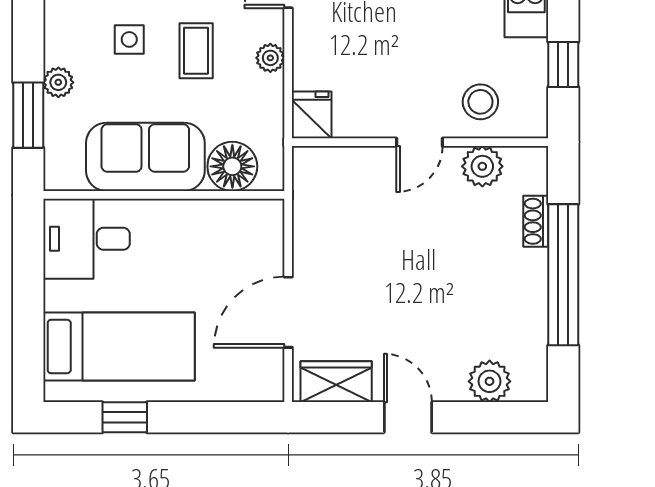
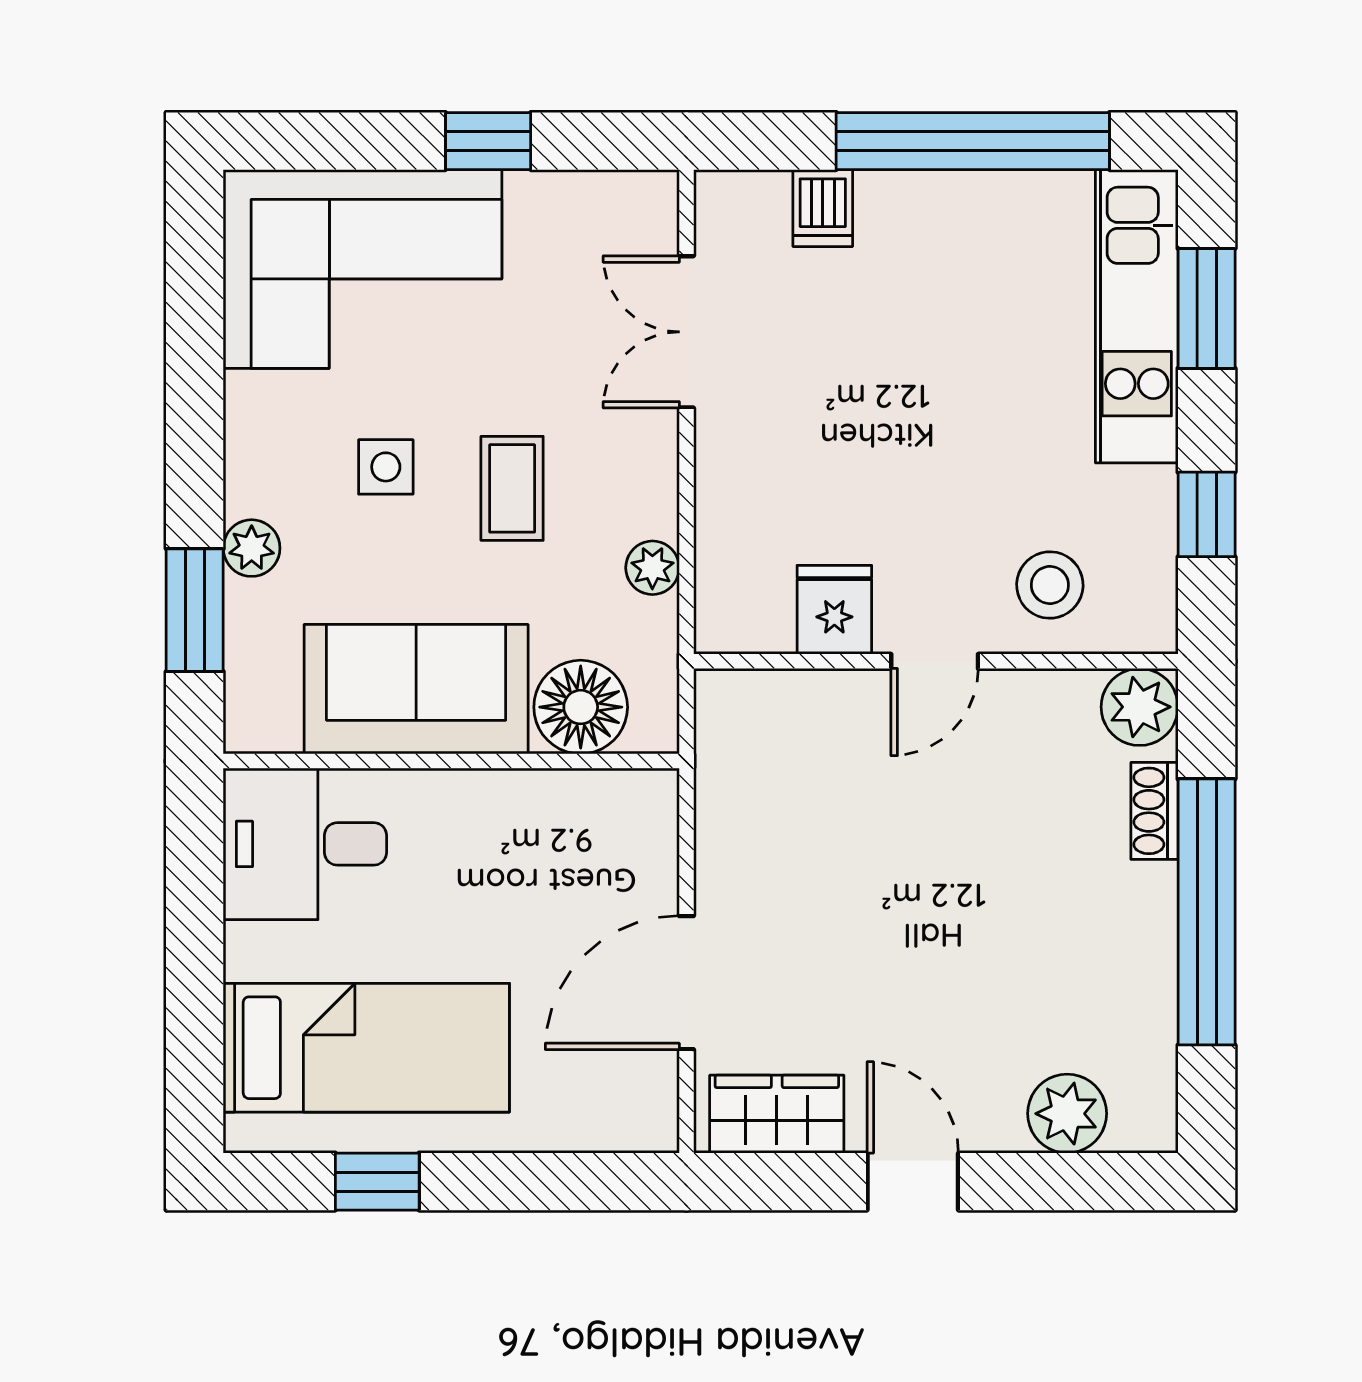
plant: (270, 58) -> (652, 568), moved
fridge: (312, 115) -> (834, 610), moved
plant: (482, 166) -> (1140, 707), moved

